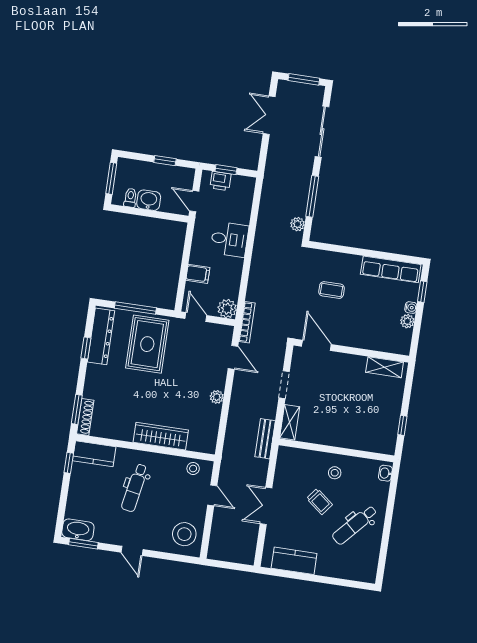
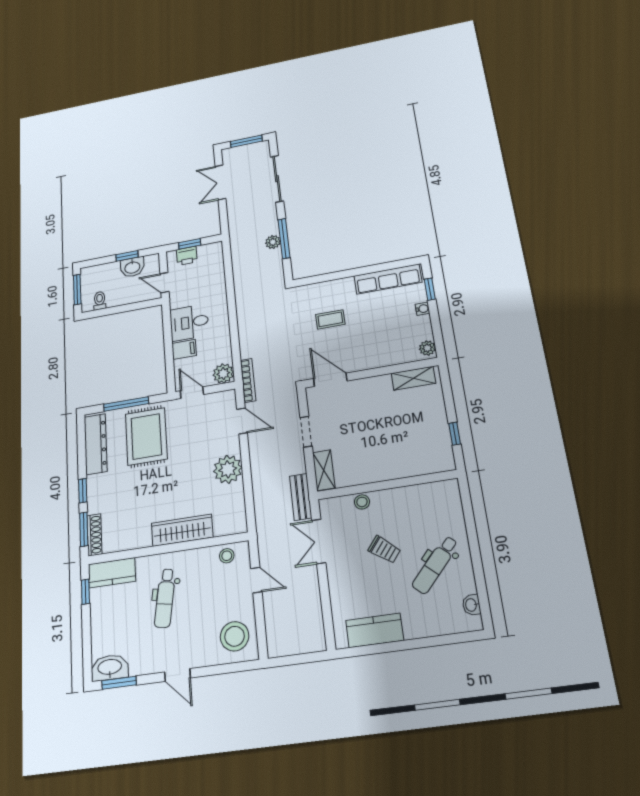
washbasin: (149, 200) -> (132, 267), moved, turned 180
plant: (297, 224) -> (273, 242), moved
desk: (229, 239) -> (189, 323), moved, turned 180
plant: (407, 321) -> (427, 348), moved
window: (86, 348) -> (83, 491), moved
plant: (217, 397) -> (228, 469), width x1.88, depth x1.88
stool: (335, 473) -> (362, 502), moved
washbasin: (385, 473) -> (471, 605), moved
double door: (266, 506) -> (319, 541), moved

